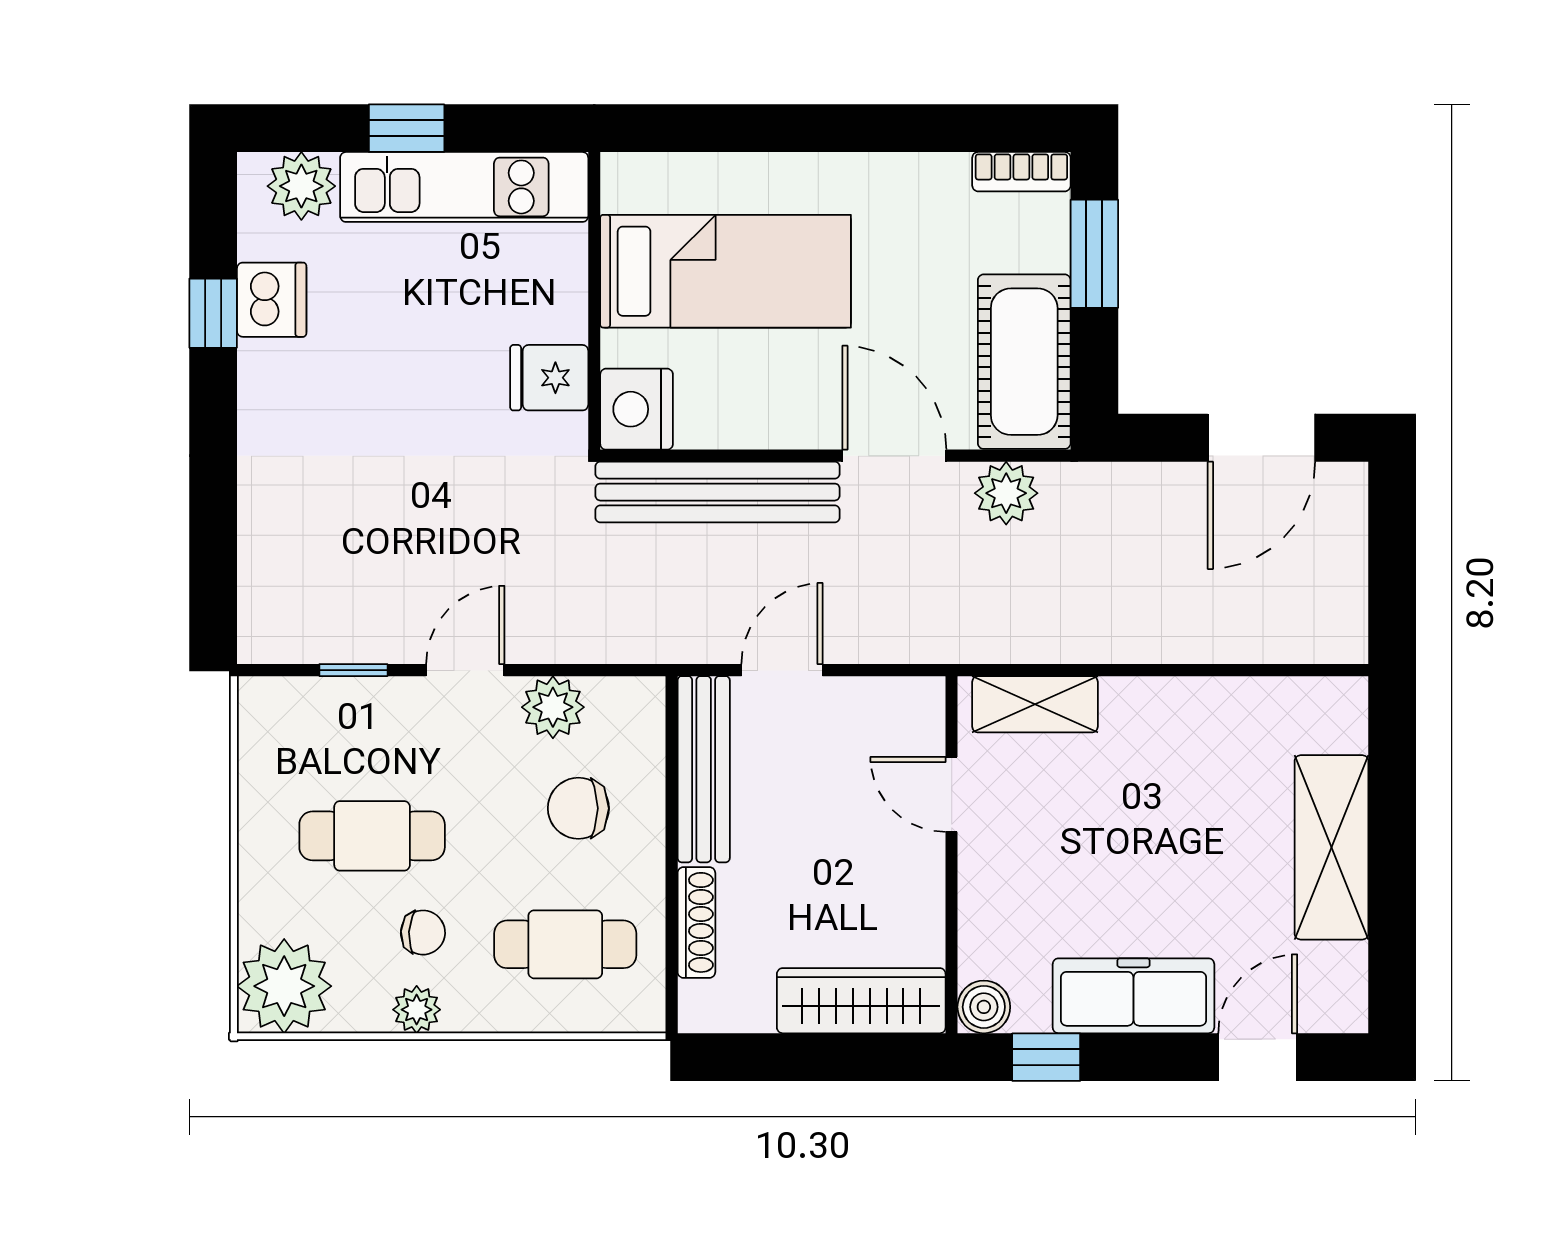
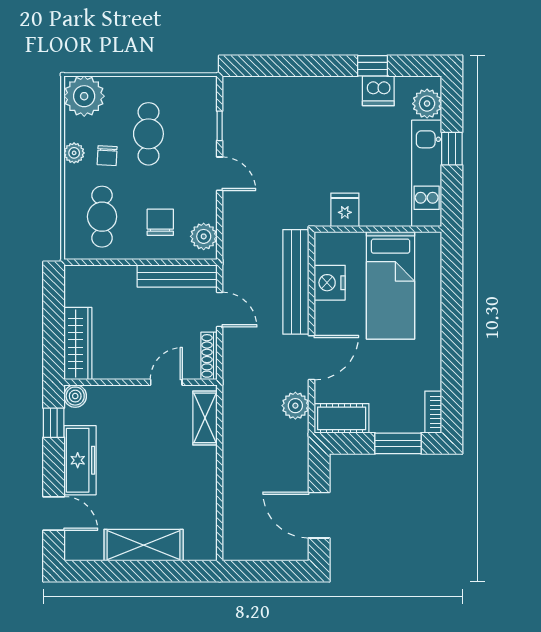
cot: (1024, 362) -> (342, 418), width x0.73, depth x0.75
nightstand: (637, 409) -> (330, 283), moved, turned -90
plant: (553, 707) -> (204, 236), moved
shoe rack: (696, 922) -> (209, 356), moved, turned 90

